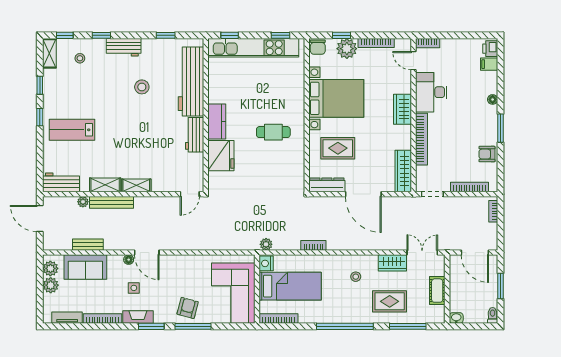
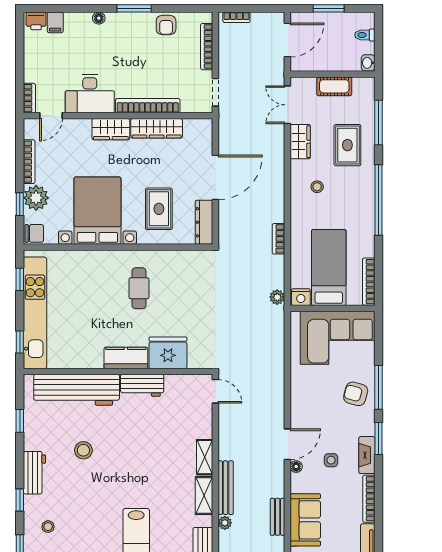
wardrobe: (403, 171) -> (157, 128), moved
toilet: (493, 315) -> (365, 35), moved

